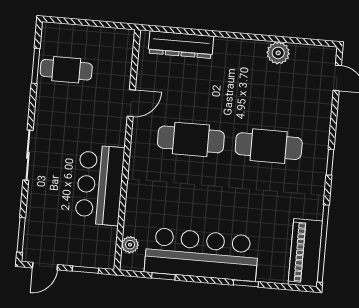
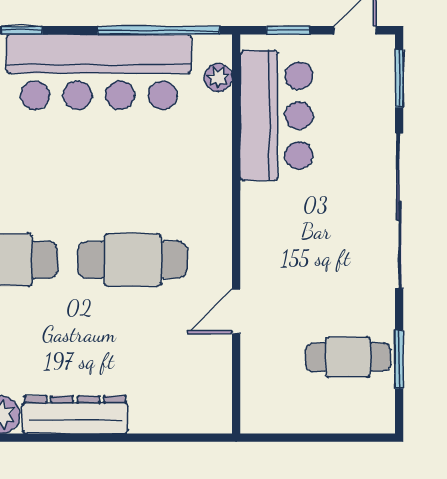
dresser: (181, 45) -> (75, 415), moved
sliding door: (28, 155) -> (399, 211), width x1.86
bar counter: (100, 185) -> (276, 116), moved
window: (163, 276) -> (159, 30), width x3.17

